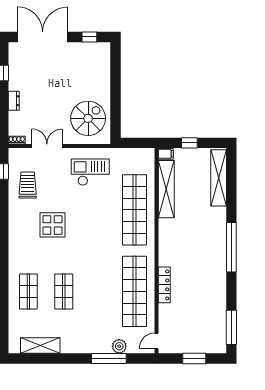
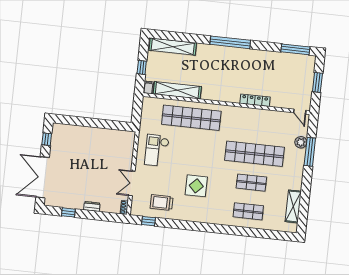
spiral stairs: (88, 118) -> (113, 148), removed
shop shelf: (135, 291) -> (254, 154), moved

